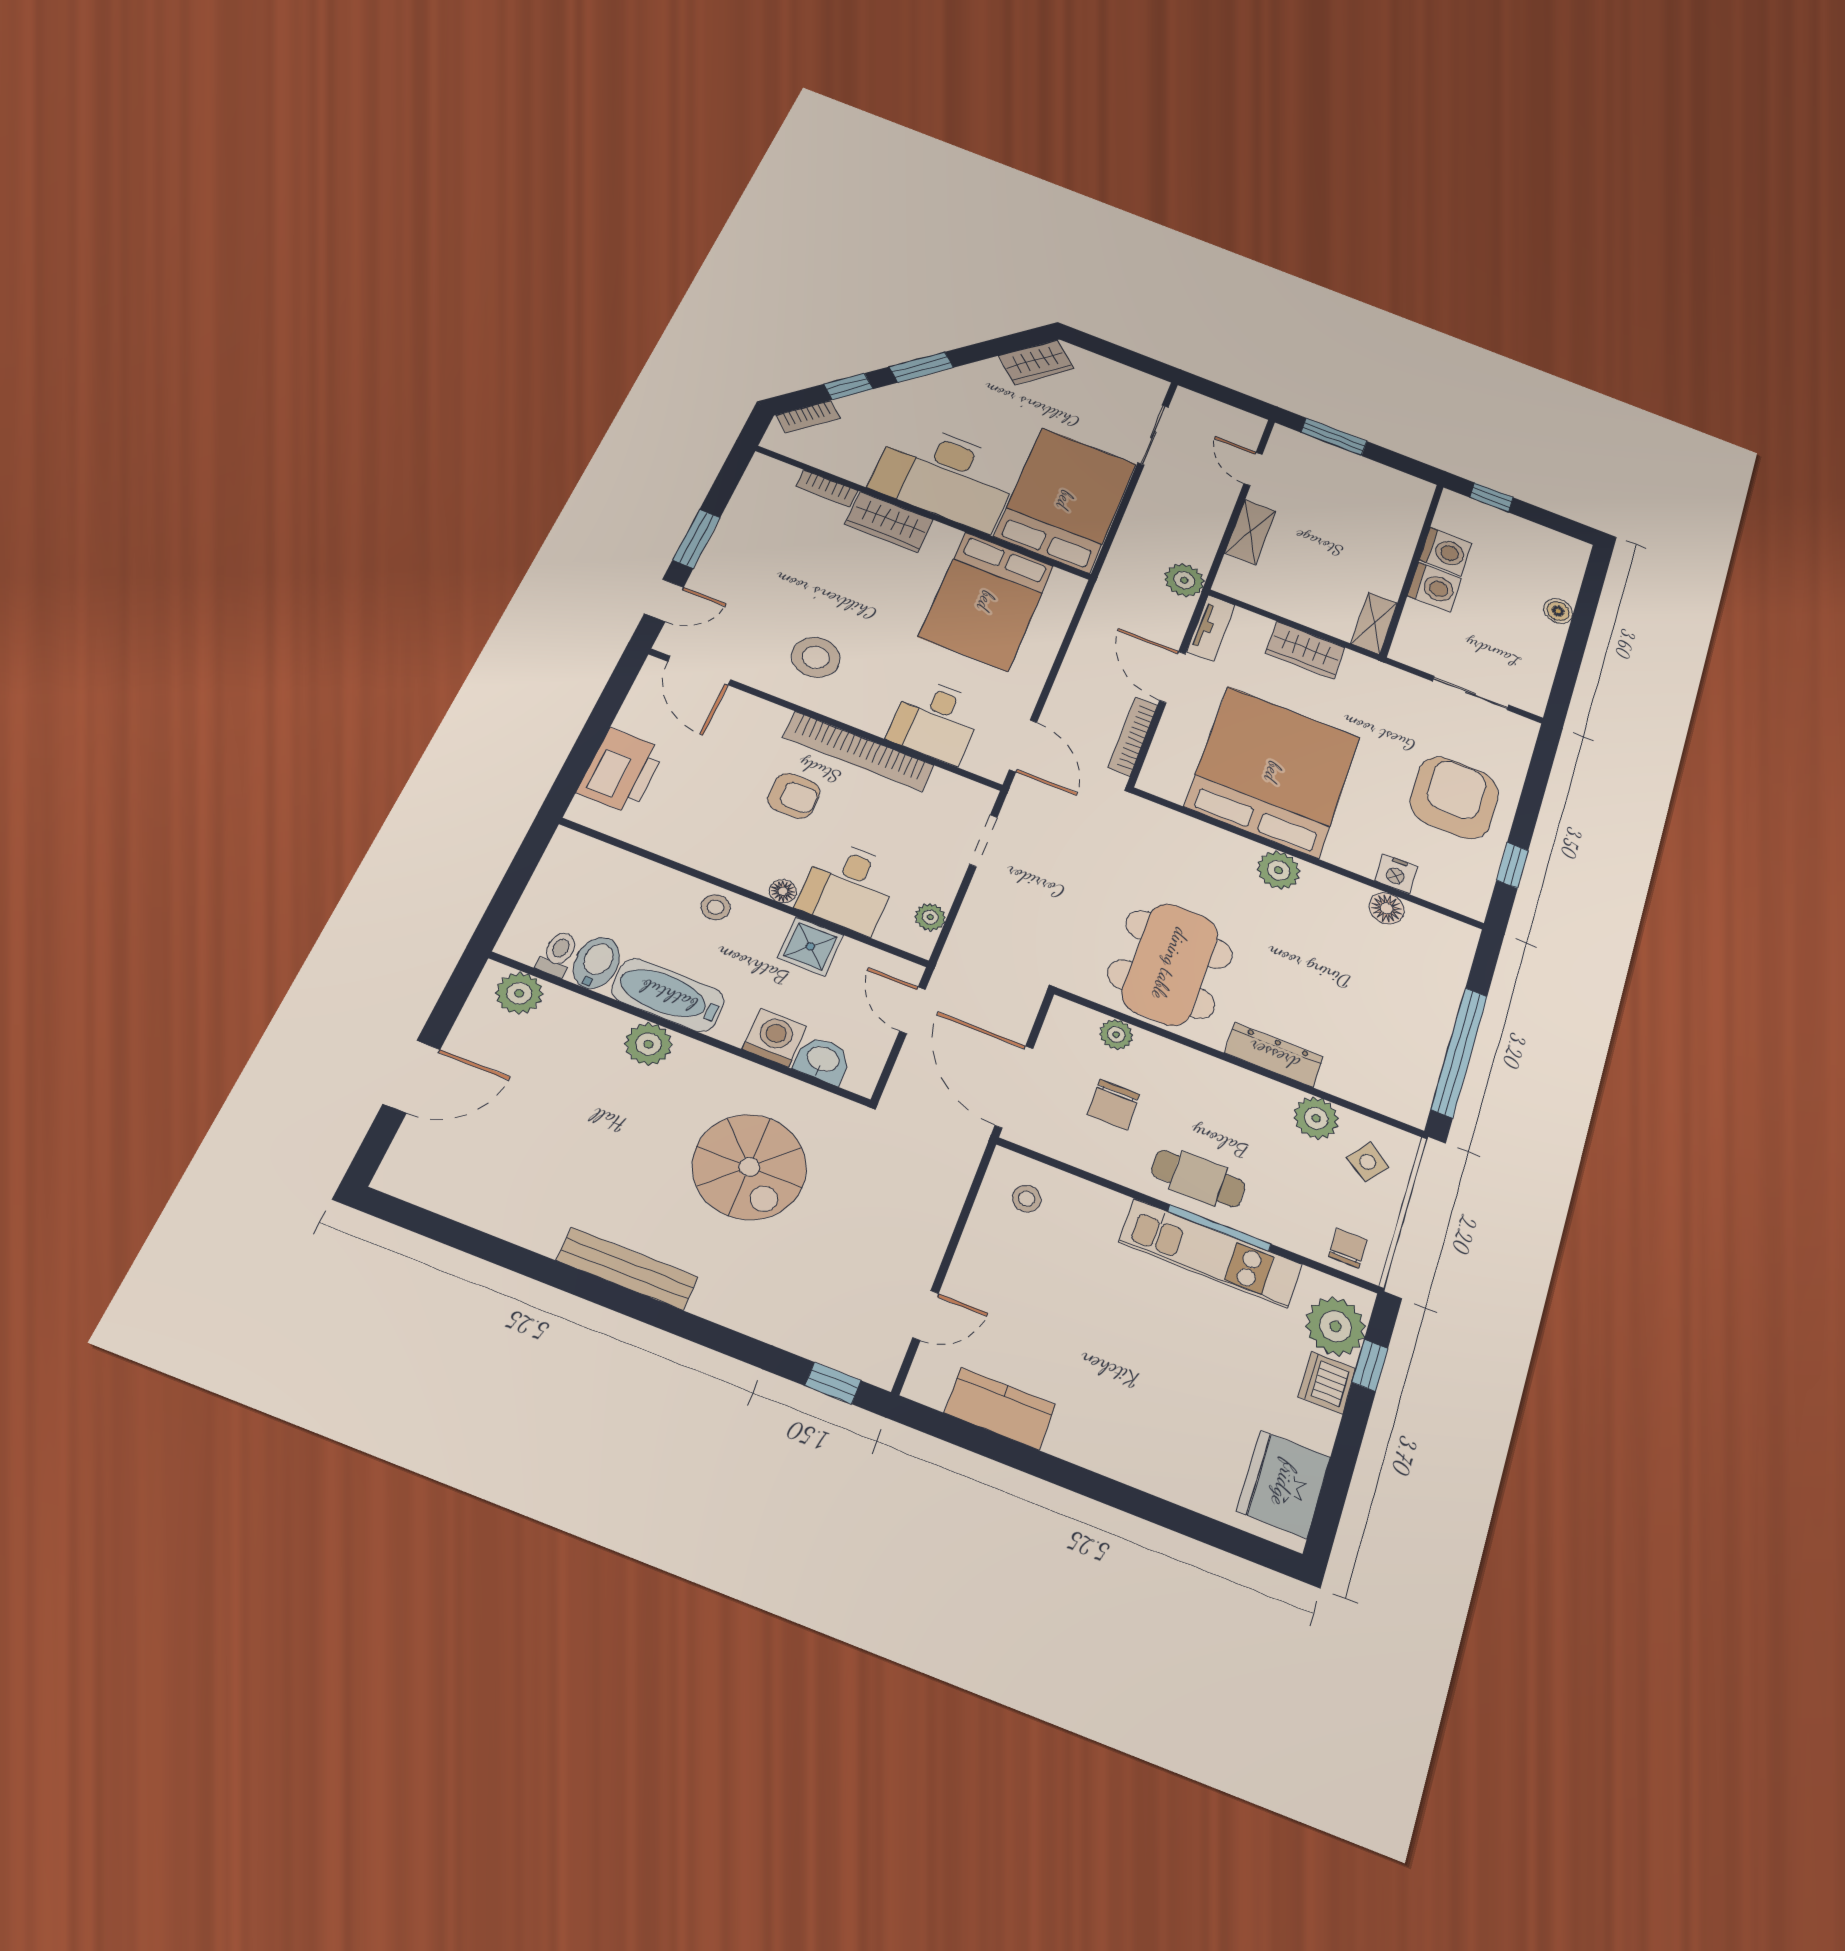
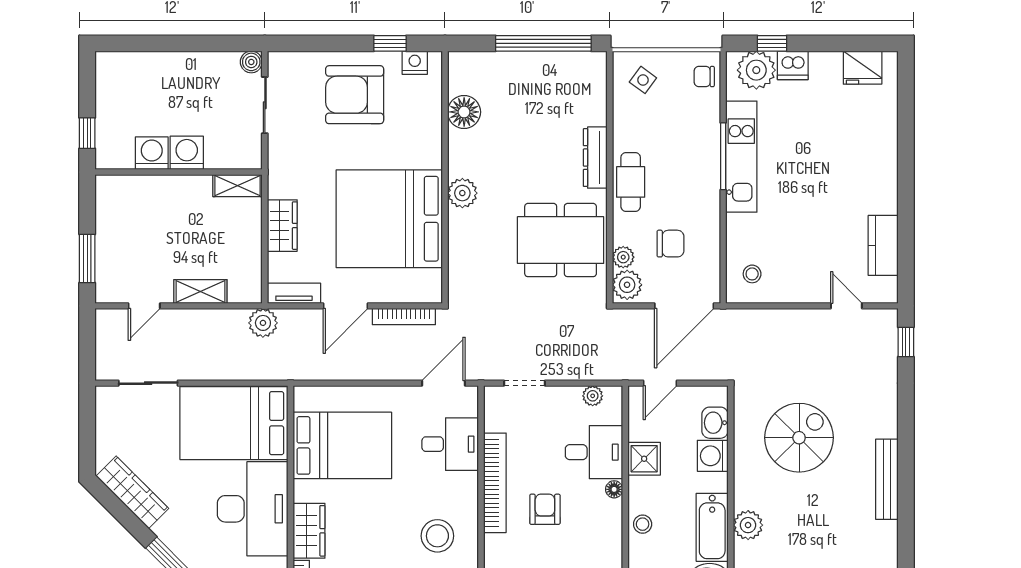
wardrobe: (1036, 362) -> (132, 492), width x1.50
boiler: (1558, 611) -> (251, 62), moved
nightstand: (1396, 874) -> (415, 63), moved, turned -90
floor lamp: (1387, 908) -> (464, 112), width x1.38, depth x1.38
plant: (1316, 1118) -> (627, 285), moved
cafe table: (1198, 1178) -> (631, 182), moved
fridge: (1284, 1484) -> (863, 68), width x0.73, depth x0.75

